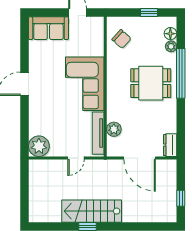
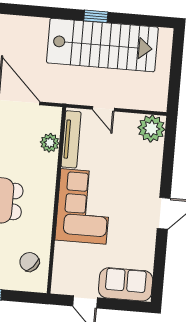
door: (76, 158) -> (103, 109), swing flipped
stairs: (92, 211) -> (102, 45), width x1.36, depth x1.51

